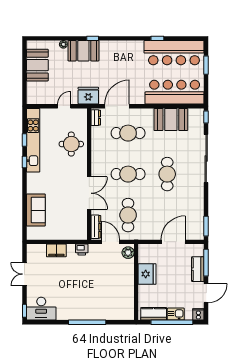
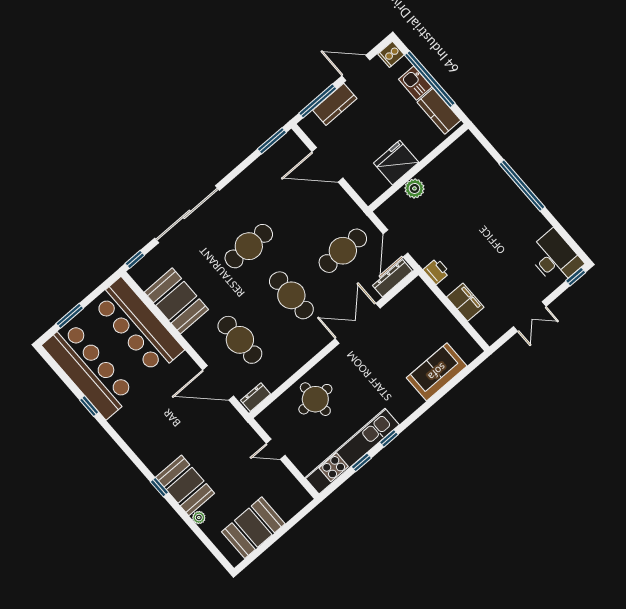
fridge: (88, 96) -> (236, 430), removed
plant: (128, 253) -> (414, 188), moved

